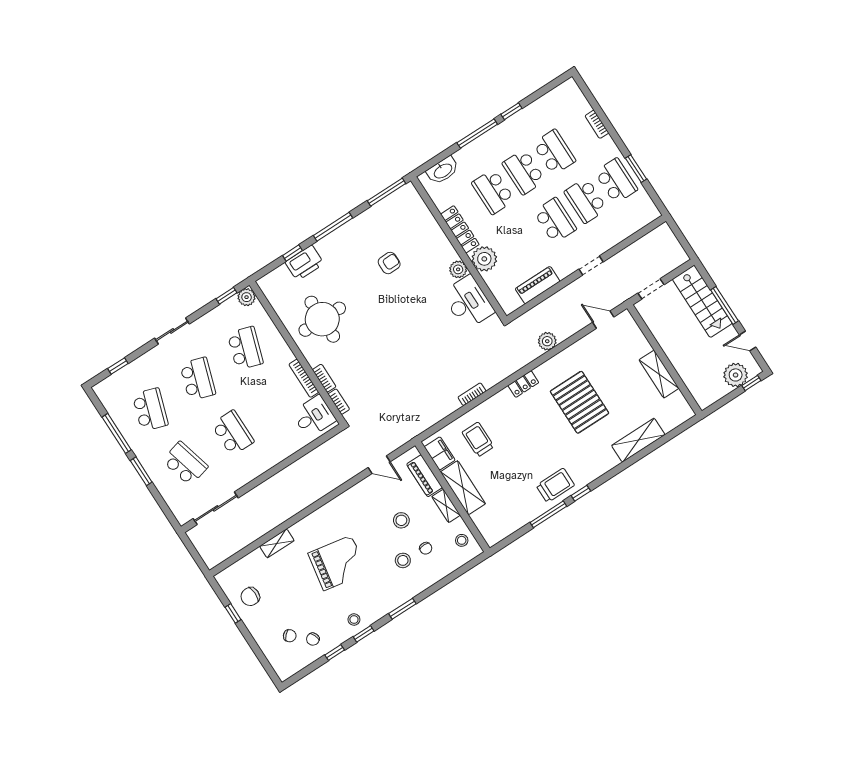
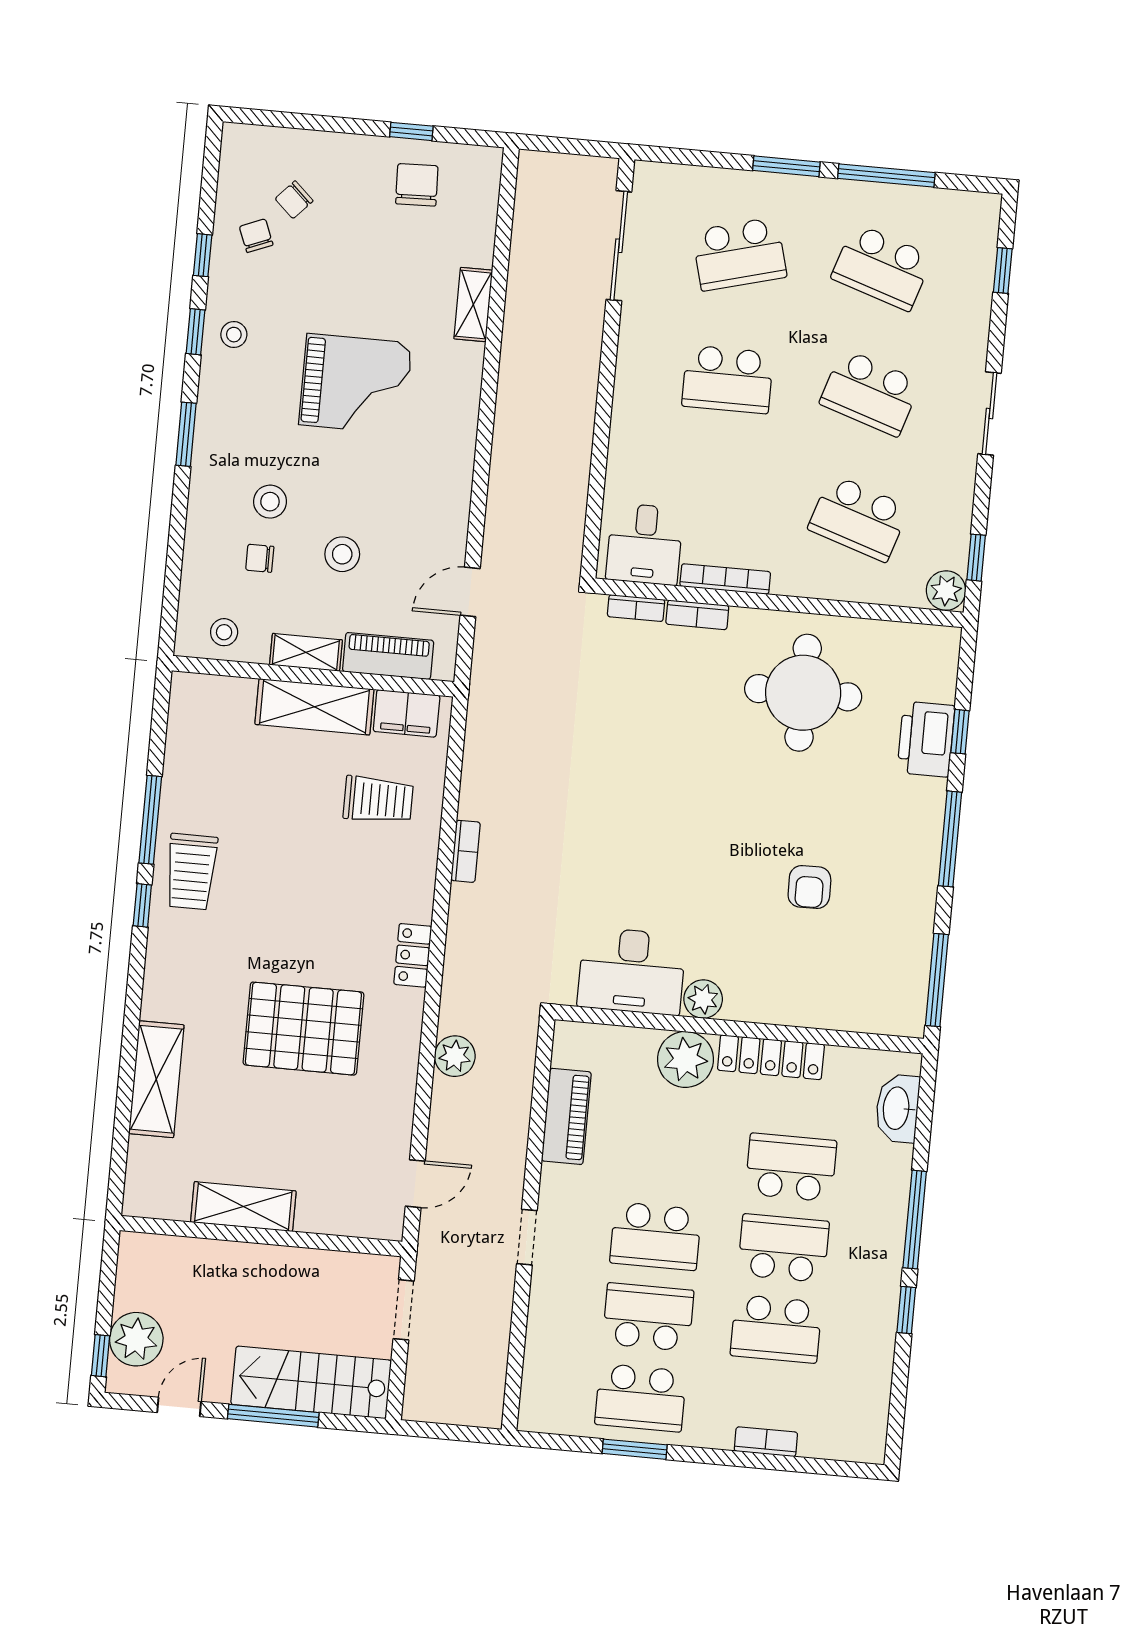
grand piano: (338, 563) -> (355, 384), turned -100

